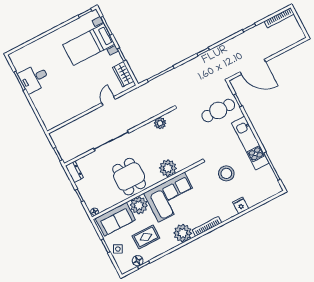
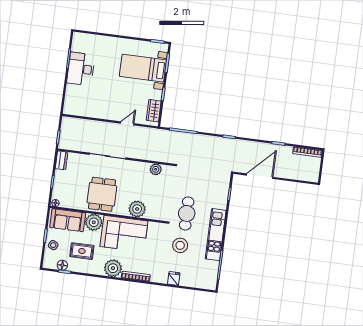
door: (253, 67) -> (260, 176), swing flipped
desk: (34, 78) -> (81, 69), width x1.37
cafe table: (218, 110) -> (187, 213), moved, turned 90

